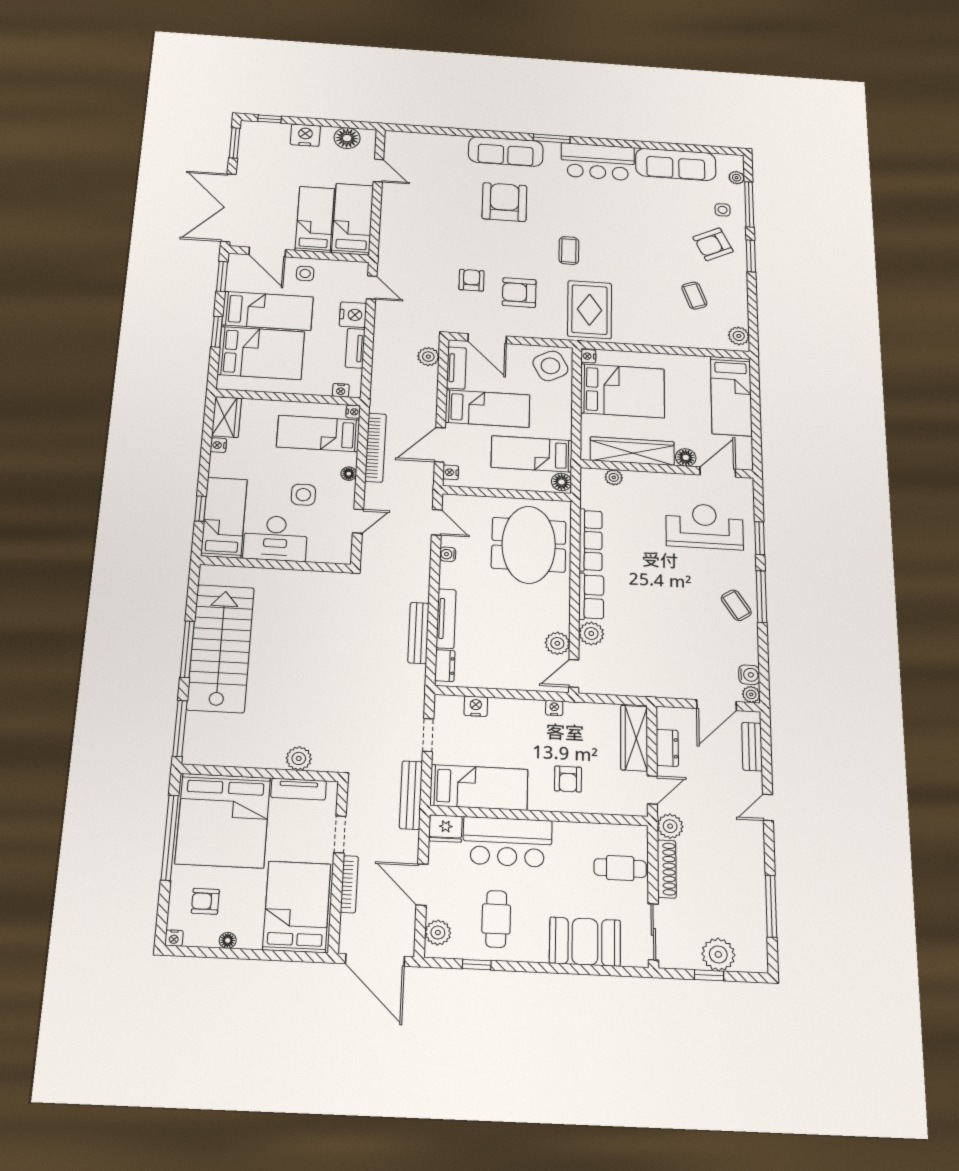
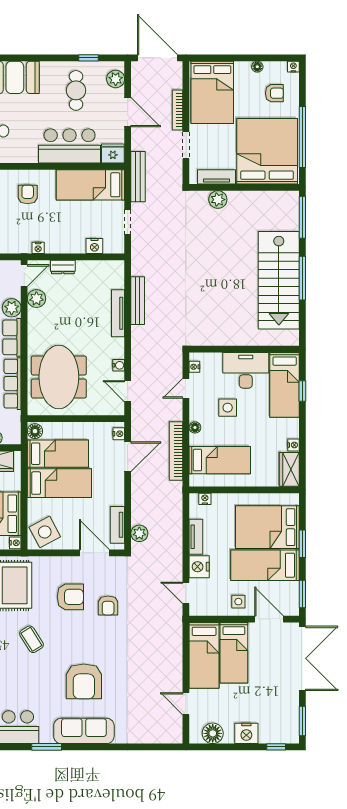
coffee table: (569, 251) -> (31, 639), turned -32
bed: (487, 409) -> (59, 483), moved, turned 180
nightstand: (353, 412) -> (194, 367), moved
dresser: (445, 666) -> (63, 267), moved, turned -90

